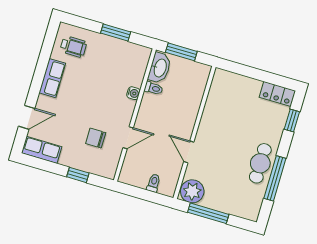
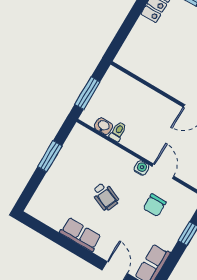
wheelchair: (73, 47) -> (105, 197), moved, turned 113
washbasin: (160, 68) -> (103, 126), width x0.52, depth x0.69
water cooler: (133, 93) -> (141, 168), moved

